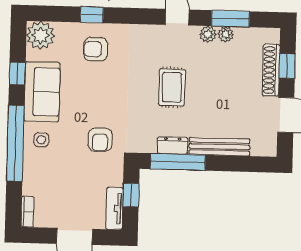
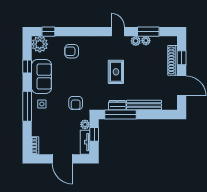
window: (92, 15) -> (48, 32), moved
window: (15, 143) -> (27, 106), width x0.68
plant: (115, 178) -> (85, 124), added

